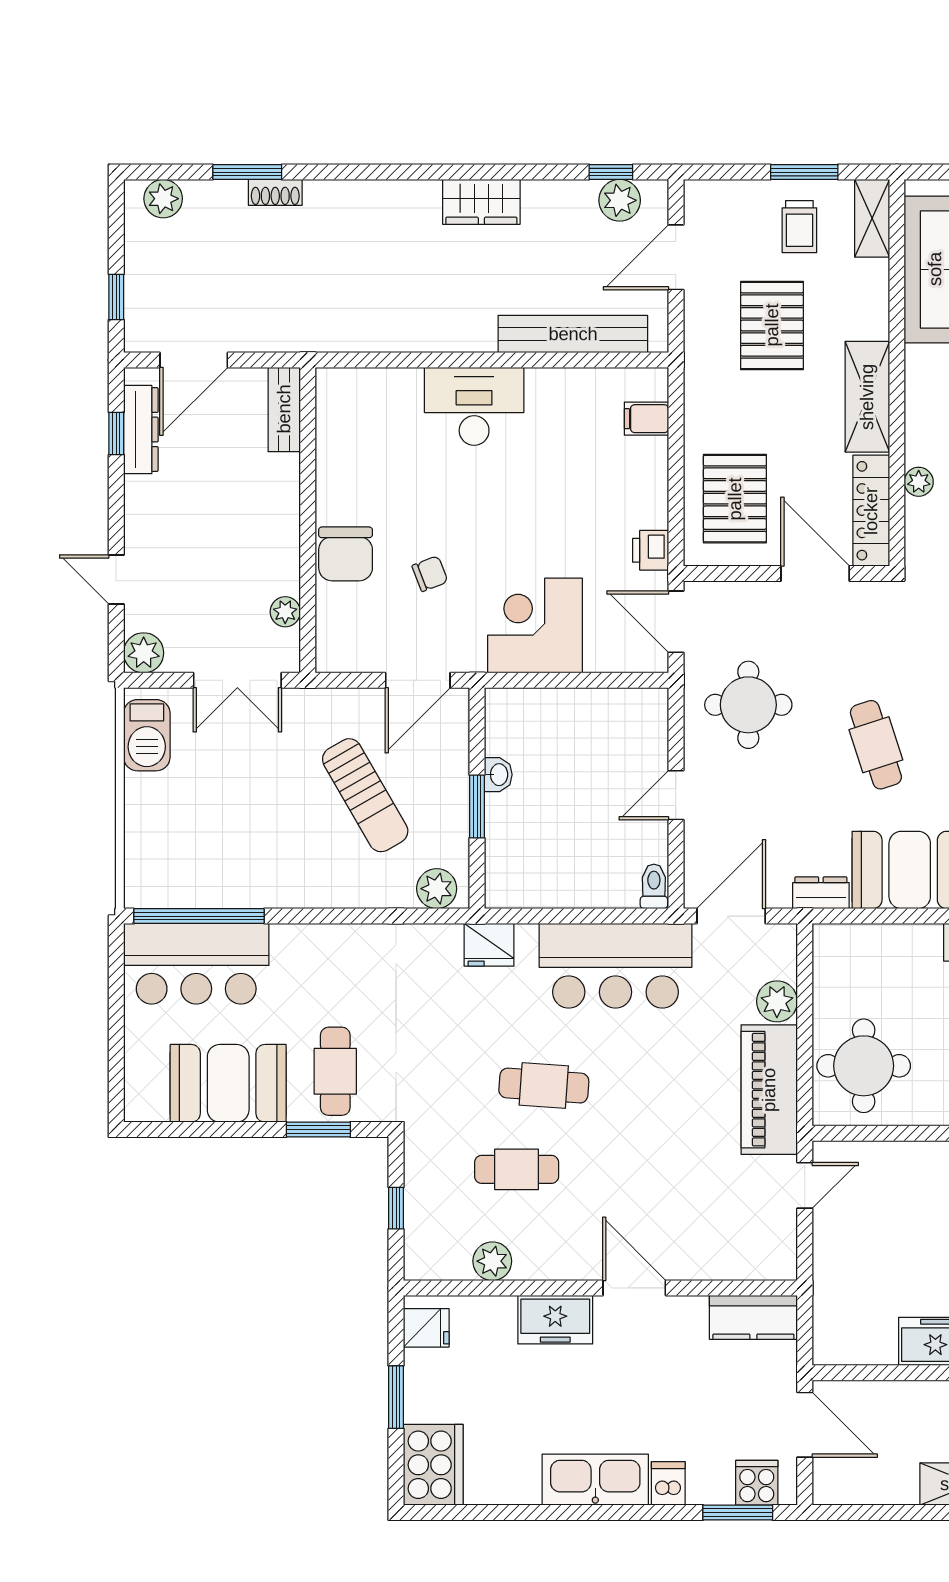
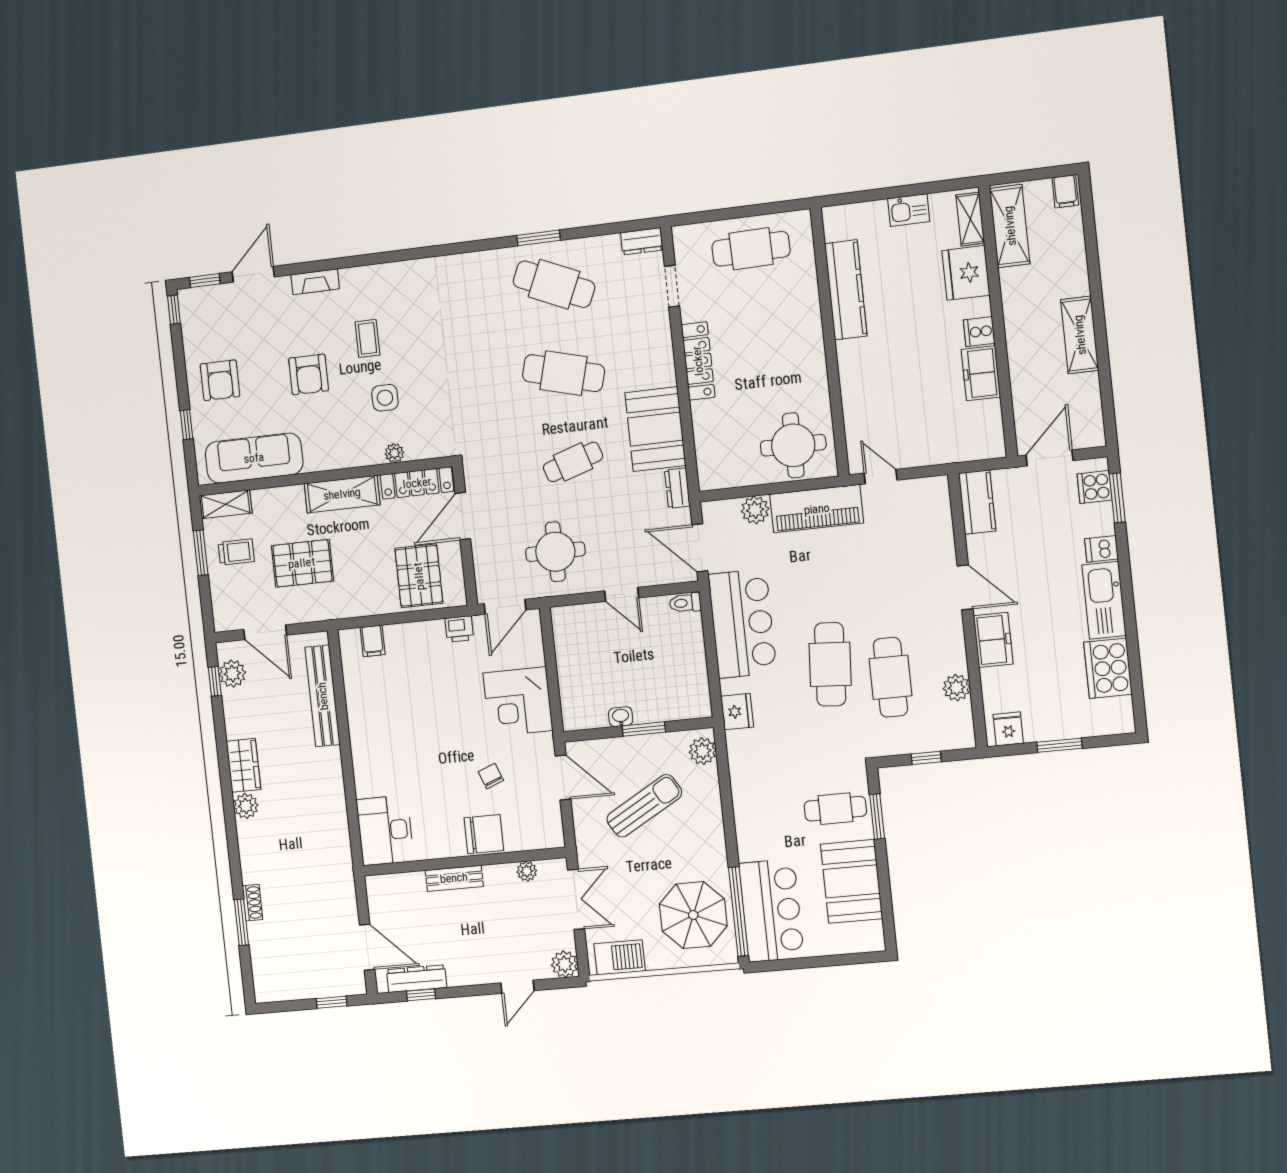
plant: (163, 199) -> (246, 806), moved
desk: (474, 406) -> (385, 830), moved
bench: (284, 409) -> (454, 878), moved
pallet: (735, 499) -> (419, 576), turned 90
parasol: (199, 850) -> (693, 915), added
cafe table: (544, 1086) -> (830, 664), width x1.37, depth x1.35
cafe table: (517, 1169) -> (890, 677), width x1.37, depth x1.35
door: (634, 1288) -> (965, 587), swing flipped
cooker: (433, 1465) -> (1108, 668), moved, turned -90

